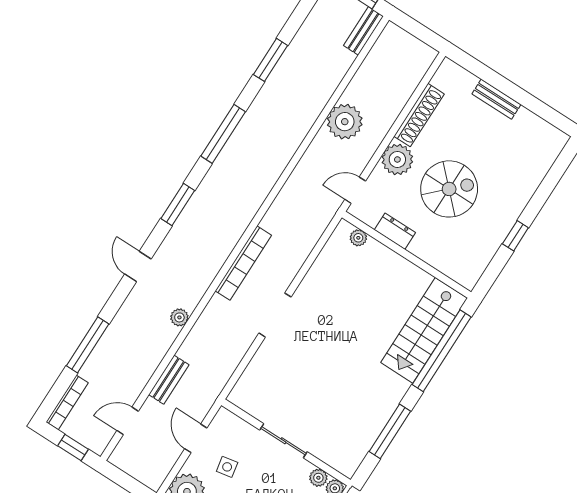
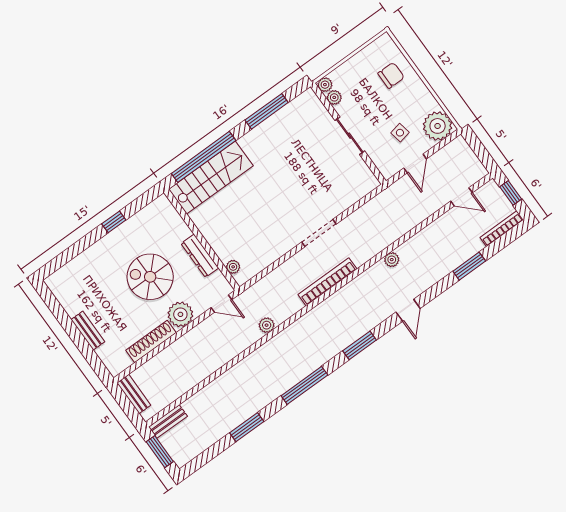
plant: (345, 122) -> (267, 325), moved, width x0.53, depth x0.53
dresser: (395, 231) -> (200, 256), width x1.44
window: (88, 345) -> (469, 266), width x0.69
bench: (169, 380) -> (134, 394), moved, turned 90

